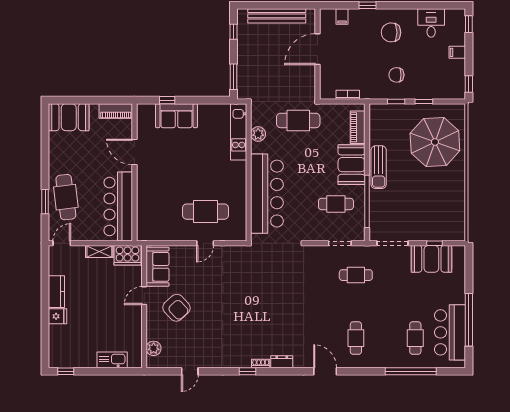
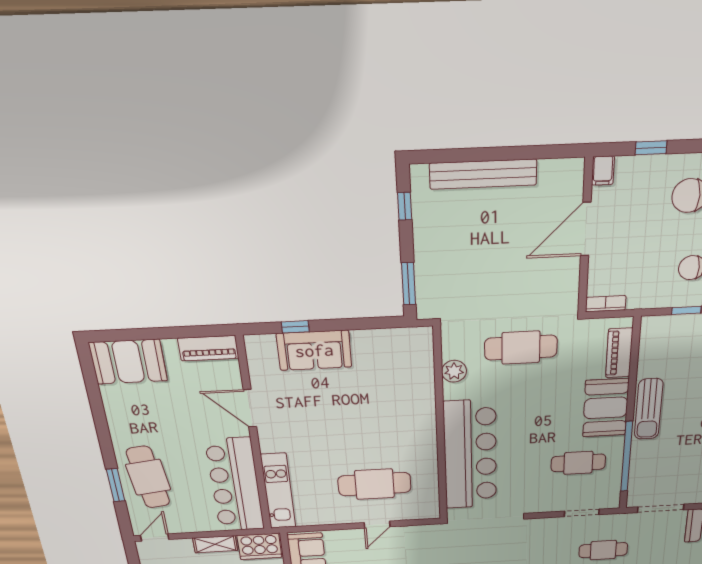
door: (317, 49) -> (586, 229), moved
wall: (317, 54) -> (585, 238), moved
kitchen unit: (239, 132) -> (278, 491), moved, turned 180

